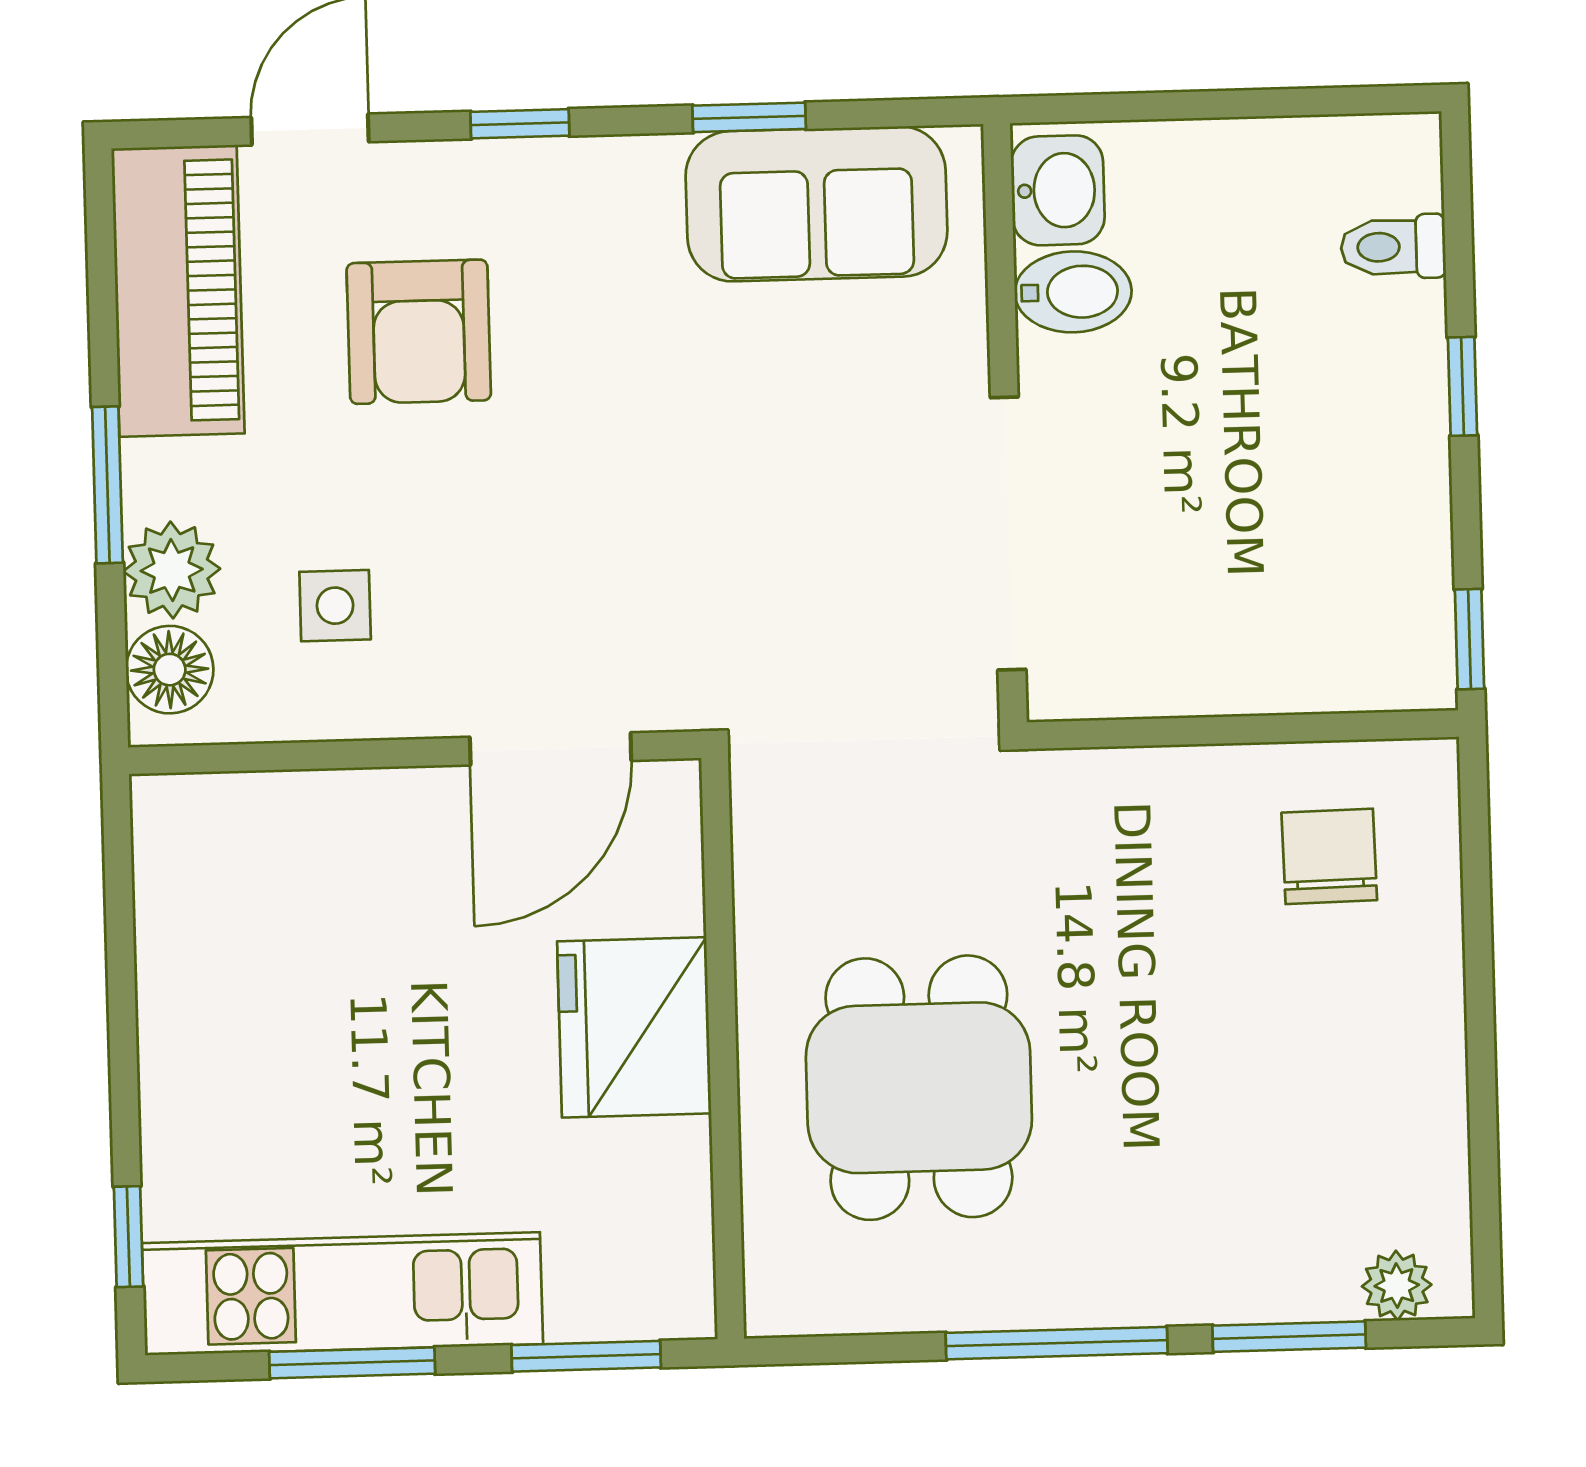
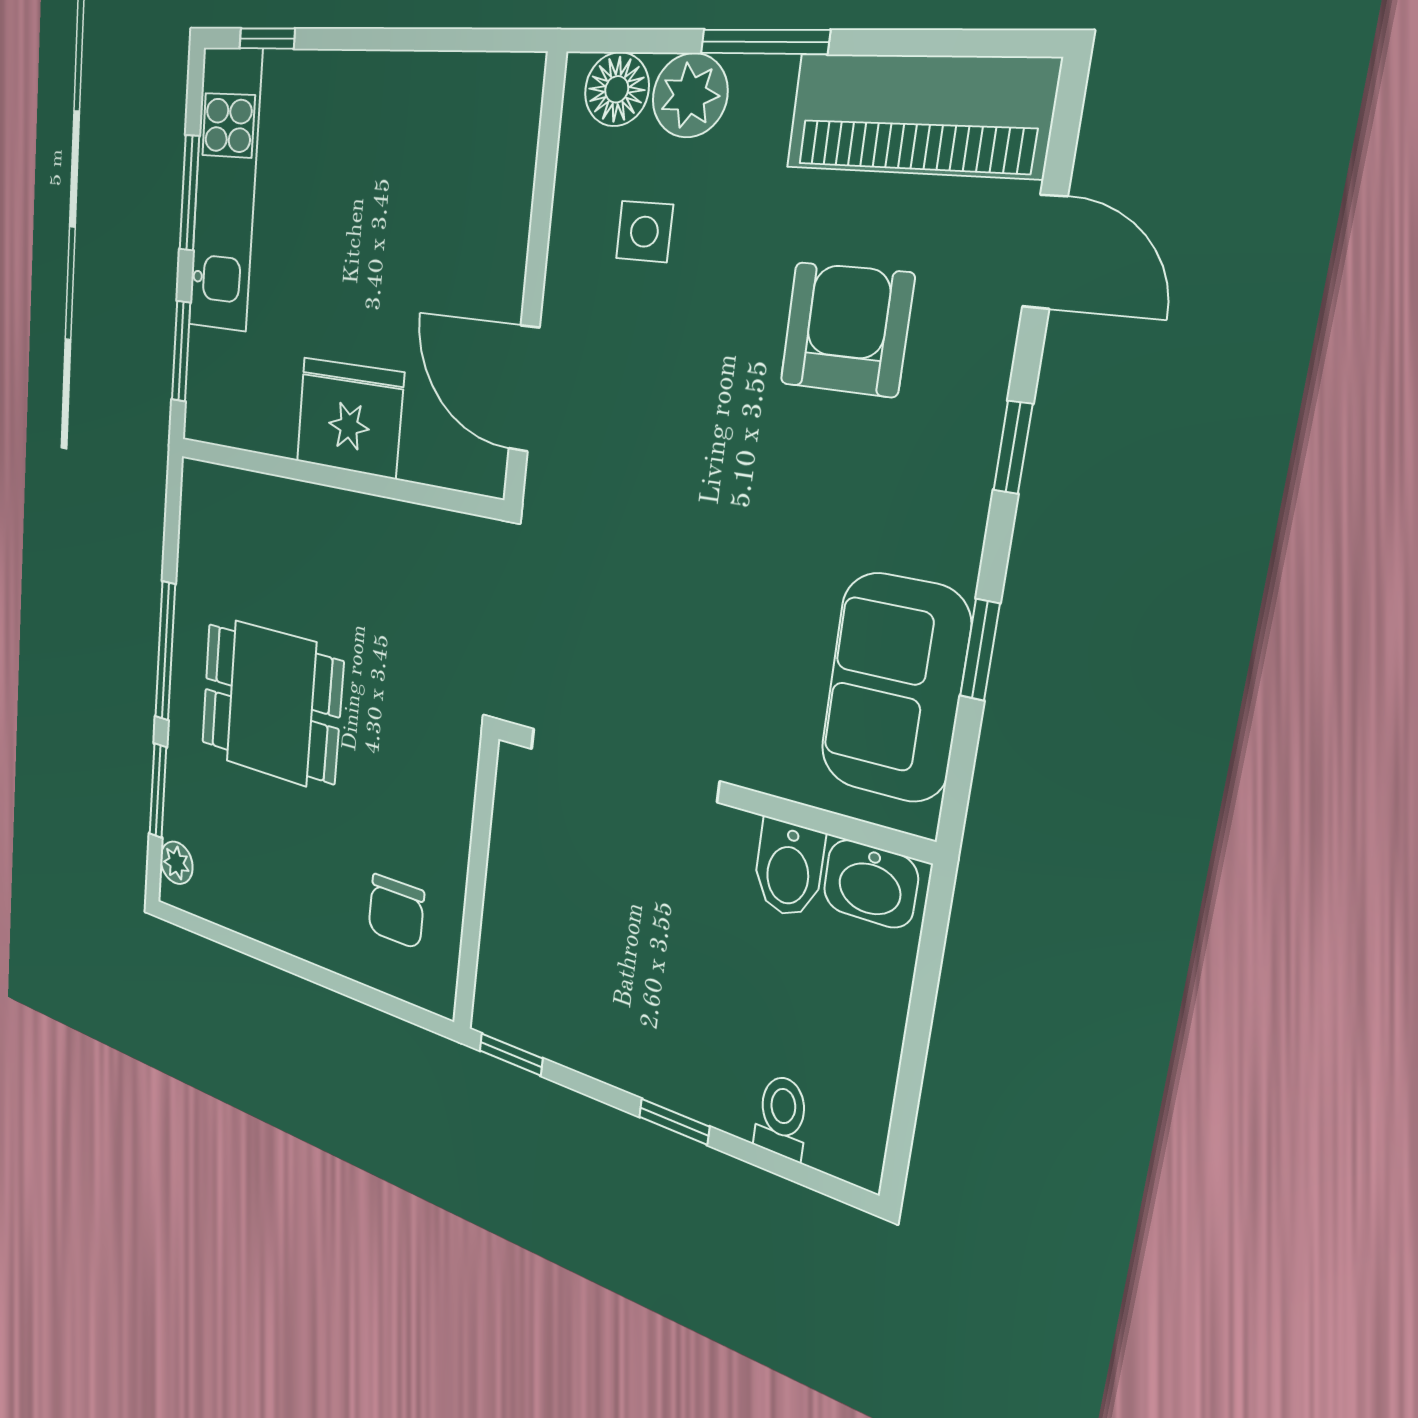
armchair: (419, 332) -> (846, 329), turned 90
chair: (1329, 856) -> (396, 911), turned 91
dining table: (919, 1088) -> (271, 703), moved

